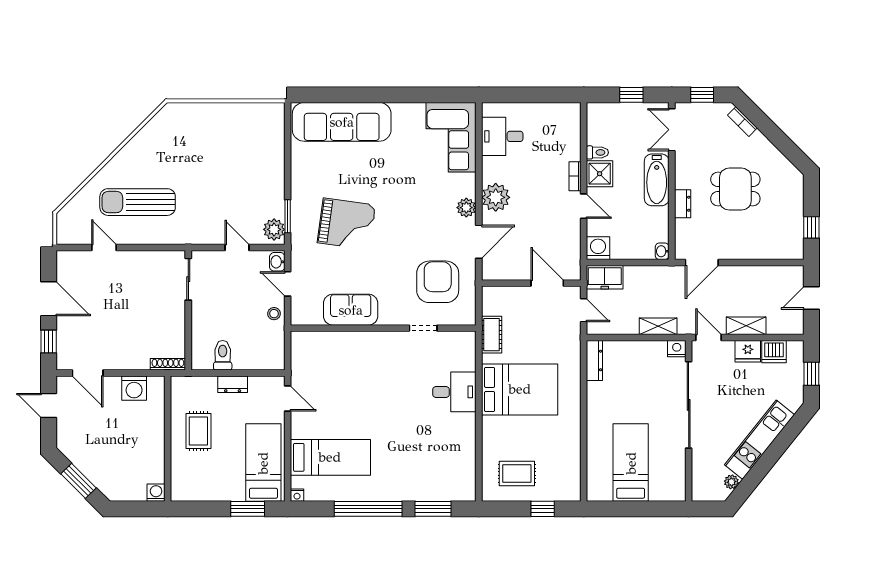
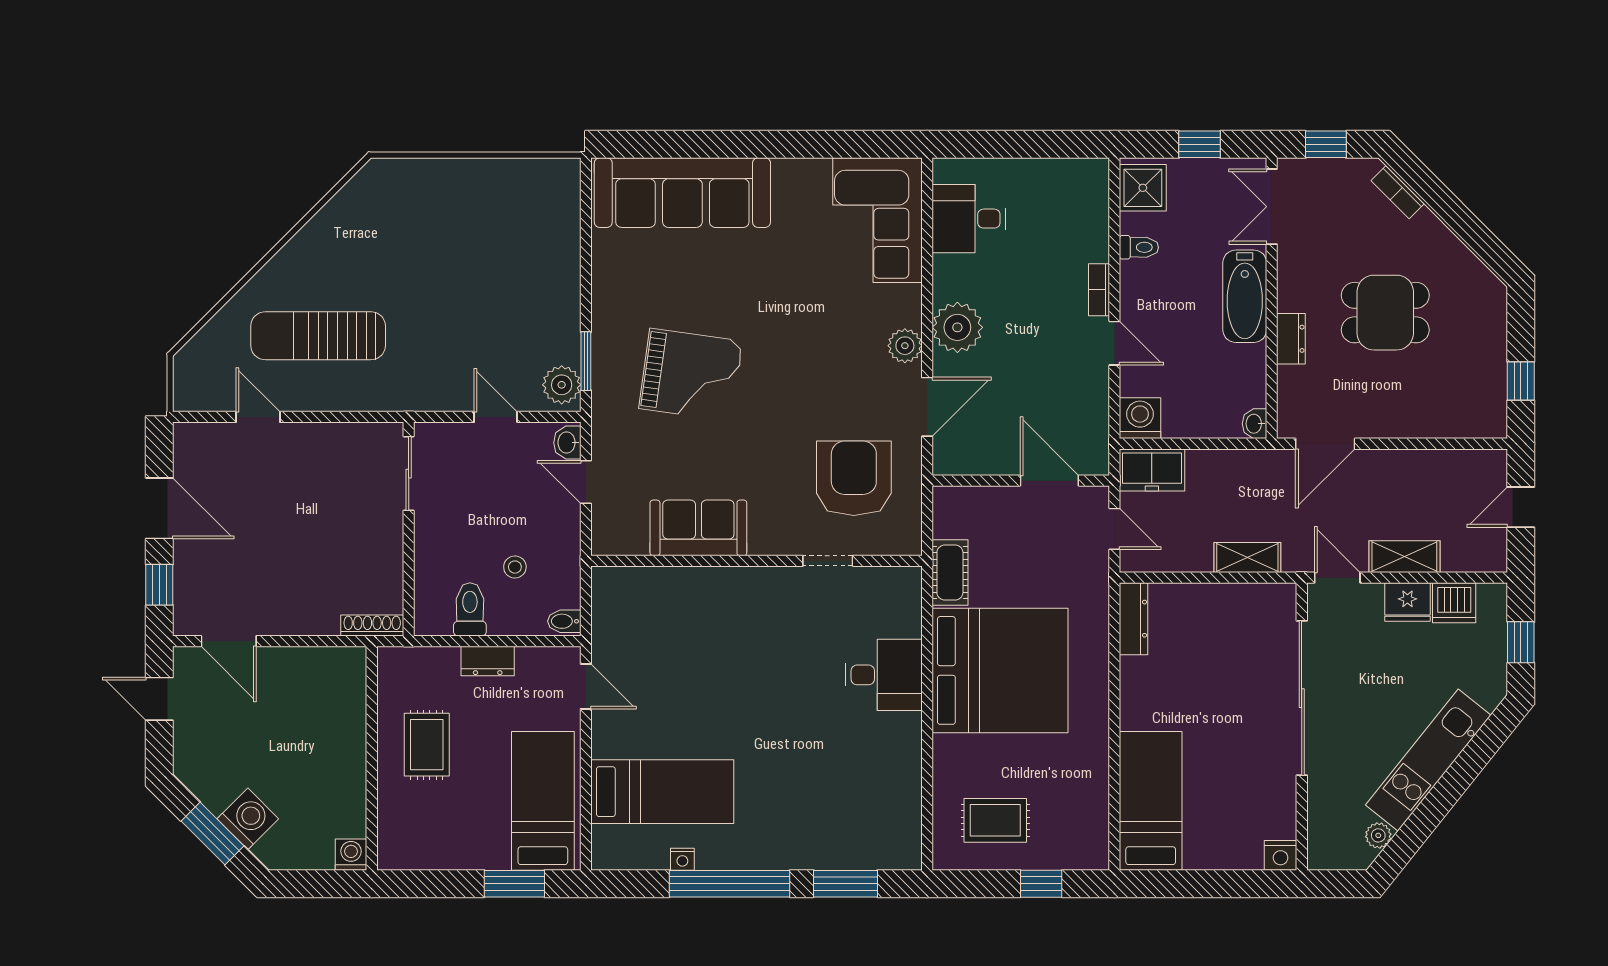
shower: (600, 174) -> (1143, 188), moved
stool: (274, 314) -> (515, 567), moved
nightstand: (677, 349) -> (1281, 855), moved, turned 180
bidet: (275, 362) -> (564, 621), added
washing machine: (134, 388) -> (248, 819), moved, turned -135
bed: (520, 389) -> (1000, 670), width x1.36
bed: (631, 463) -> (1151, 801), moved
nightstand: (297, 495) -> (682, 859), moved

